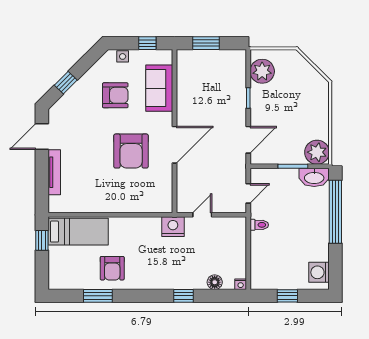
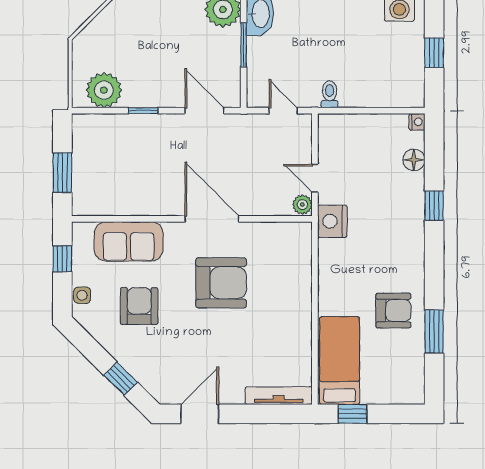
door: (42, 137) -> (200, 414), swing flipped
tv unit: (54, 172) -> (279, 396), moved
plant: (184, 206) -> (302, 205), added

